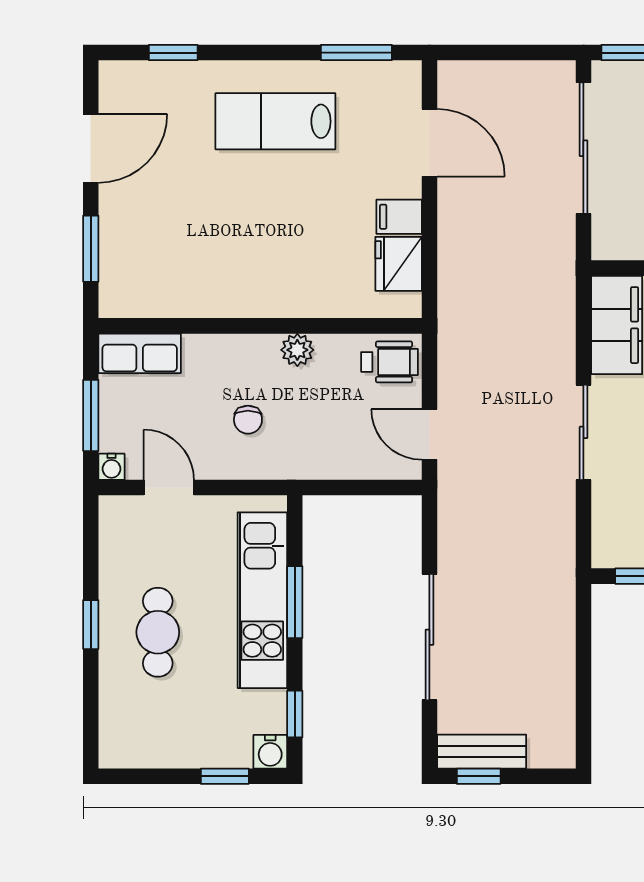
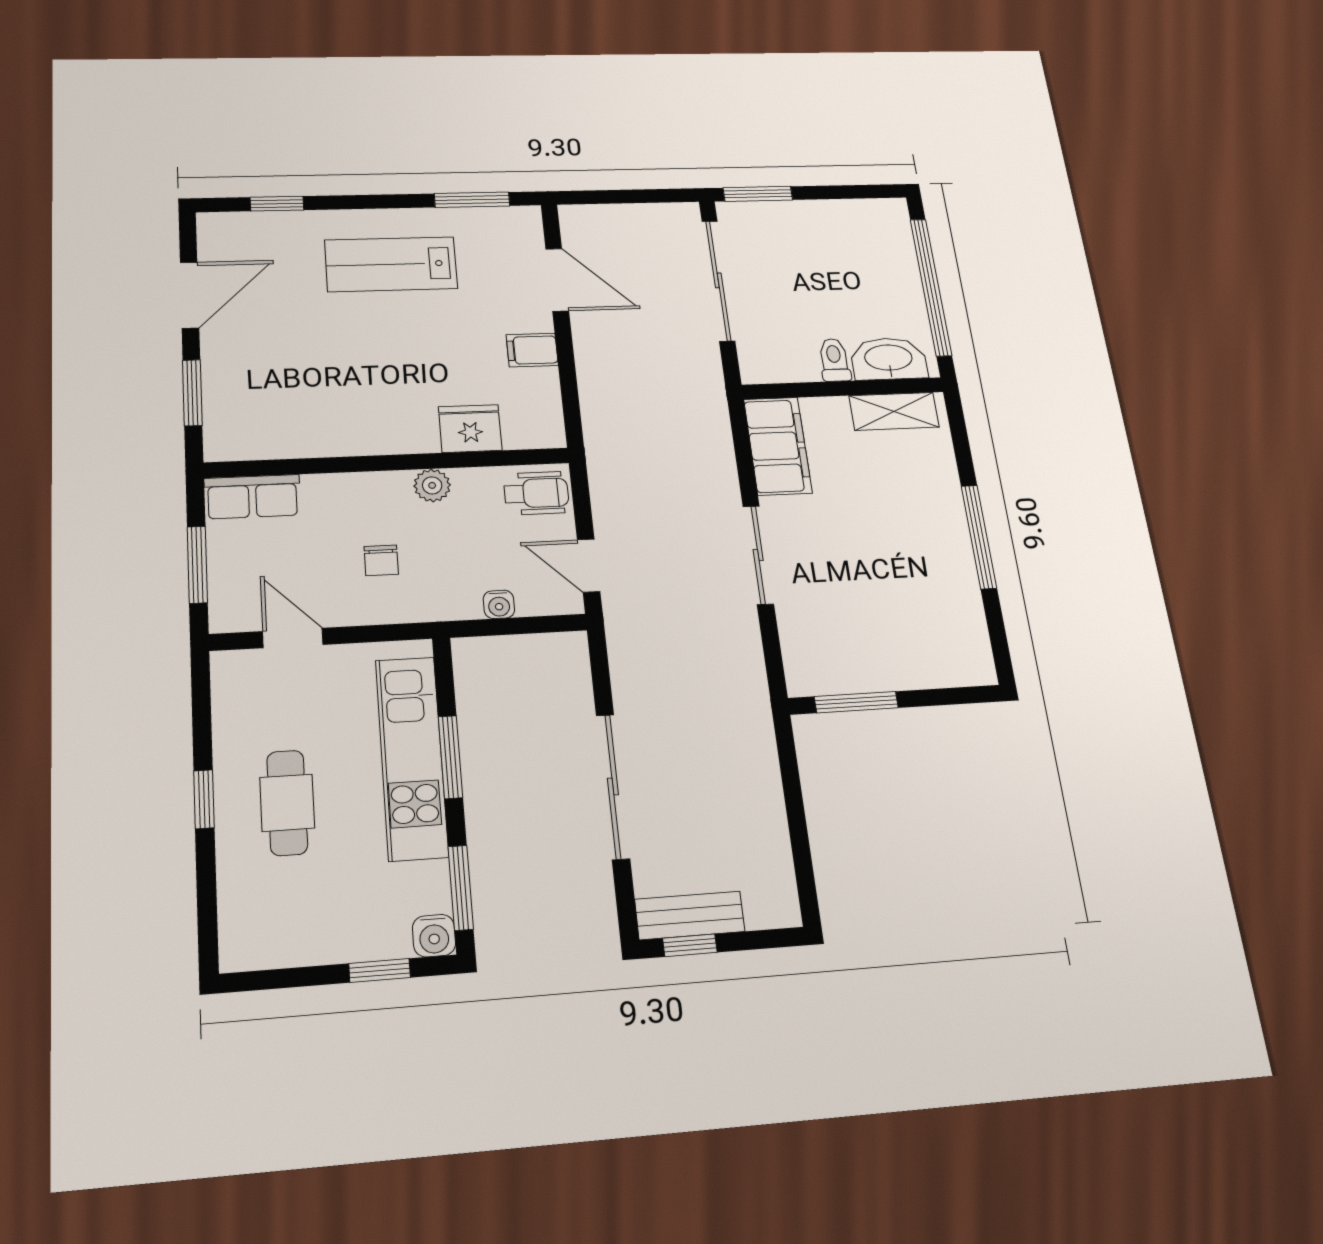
fridge: (399, 264) -> (470, 428), moved, turned 90
water cooler: (111, 467) -> (499, 604), moved
window: (295, 714) -> (461, 888), width x1.50

